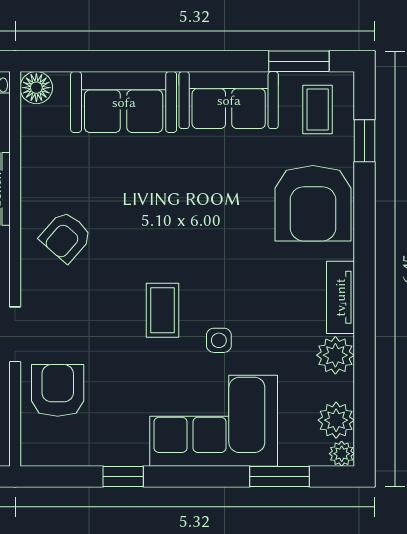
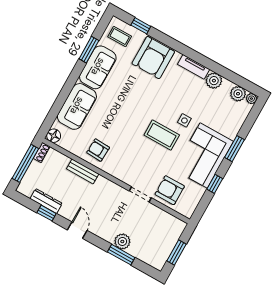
window: (299, 61) -> (89, 50), moved
armchair: (313, 203) -> (153, 58), turned 90
armchair: (66, 237) -> (98, 150), moved, turned 142
coffee table: (162, 310) -> (162, 135), width x1.36, depth x1.30
corner sofa: (214, 421) -> (204, 156), moved
window: (279, 476) -> (235, 149), moved

